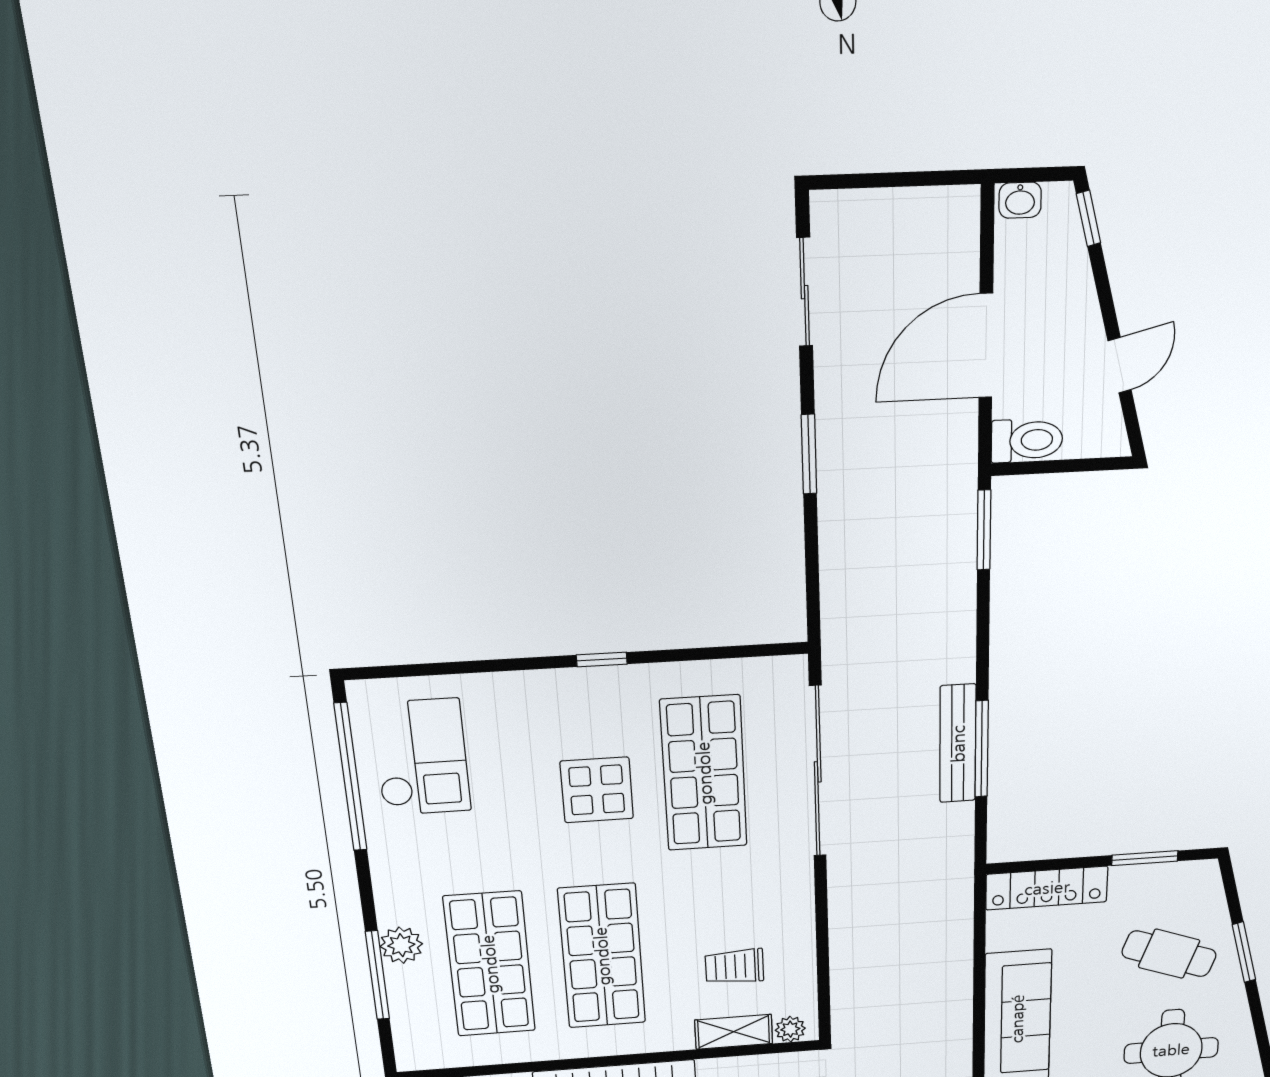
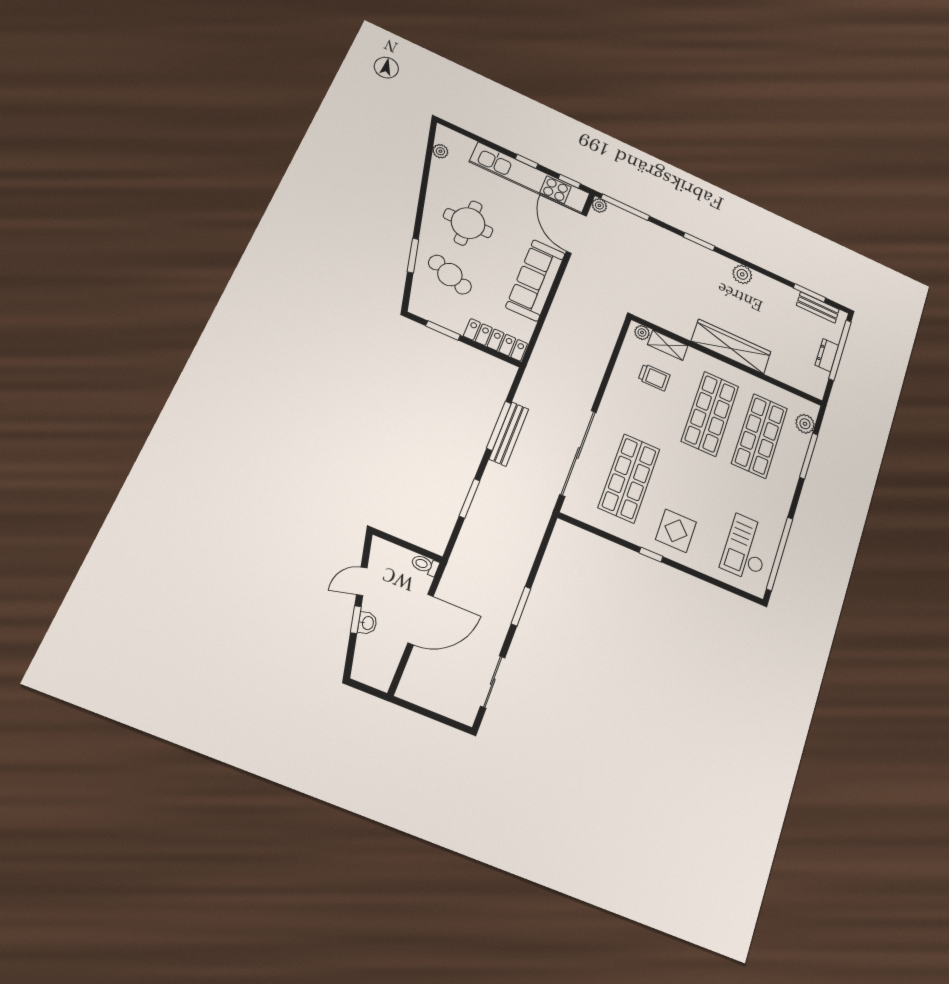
washbasin: (1020, 200) -> (367, 623), moved, turned 76
window: (1089, 218) -> (356, 620), moved
toilet: (1027, 440) -> (425, 565), width x0.73, depth x0.72
window: (984, 530) -> (470, 498), moved
display table: (597, 790) -> (676, 531), moved
plant: (401, 945) -> (805, 424), moved

